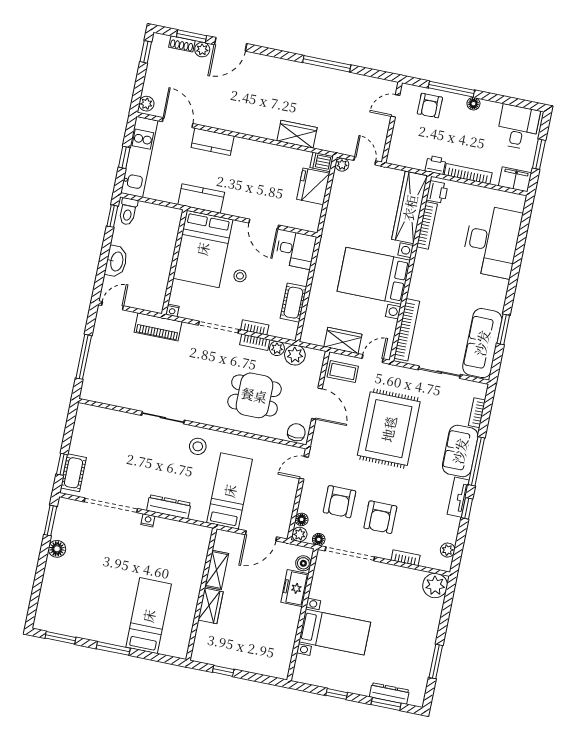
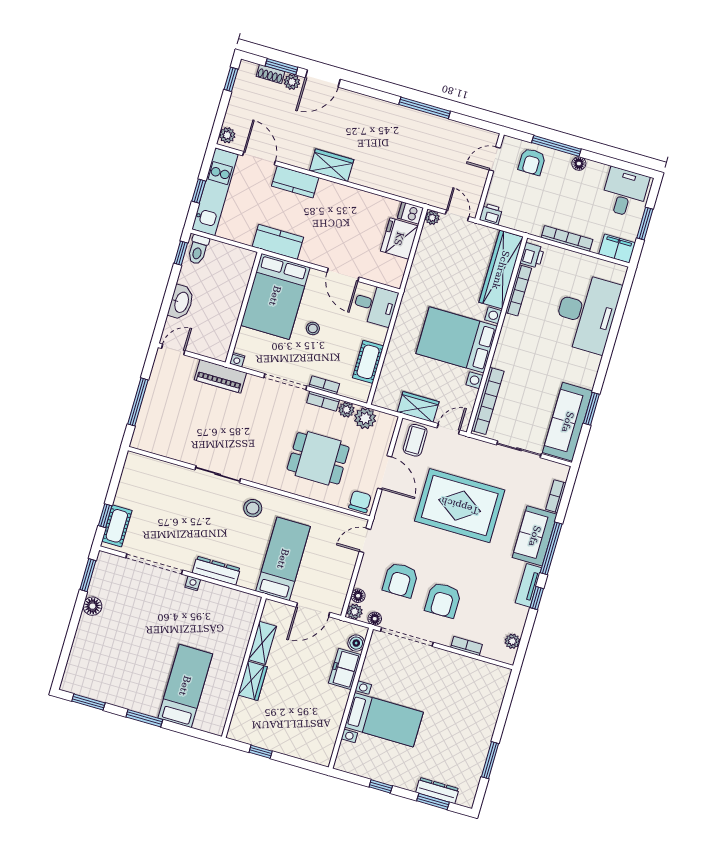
wardrobe: (297, 134) -> (332, 165), moved
printer: (435, 165) -> (491, 214), moved
coffee table: (343, 372) -> (415, 440), turned 90
rug: (389, 429) -> (460, 506), turned 90
plant: (435, 585) -> (496, 678), removed

